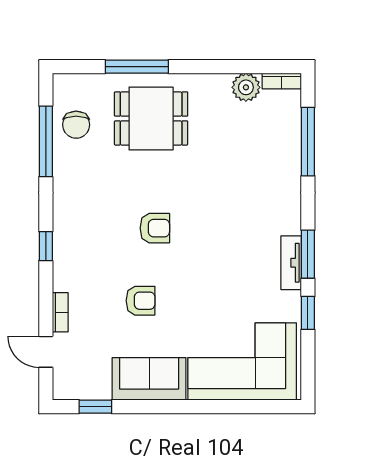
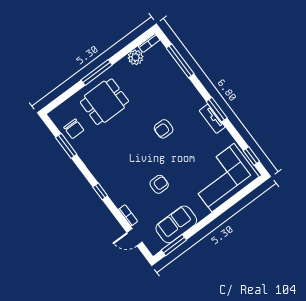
window: (137, 67) -> (97, 73), moved
window: (46, 141) -> (66, 146), width x0.69
armchair: (155, 228) -> (164, 129), moved, turned 180
window: (308, 313) -> (251, 156), moved
sofa: (149, 379) -> (176, 224), moved
window: (95, 407) -> (174, 245), width x1.50

